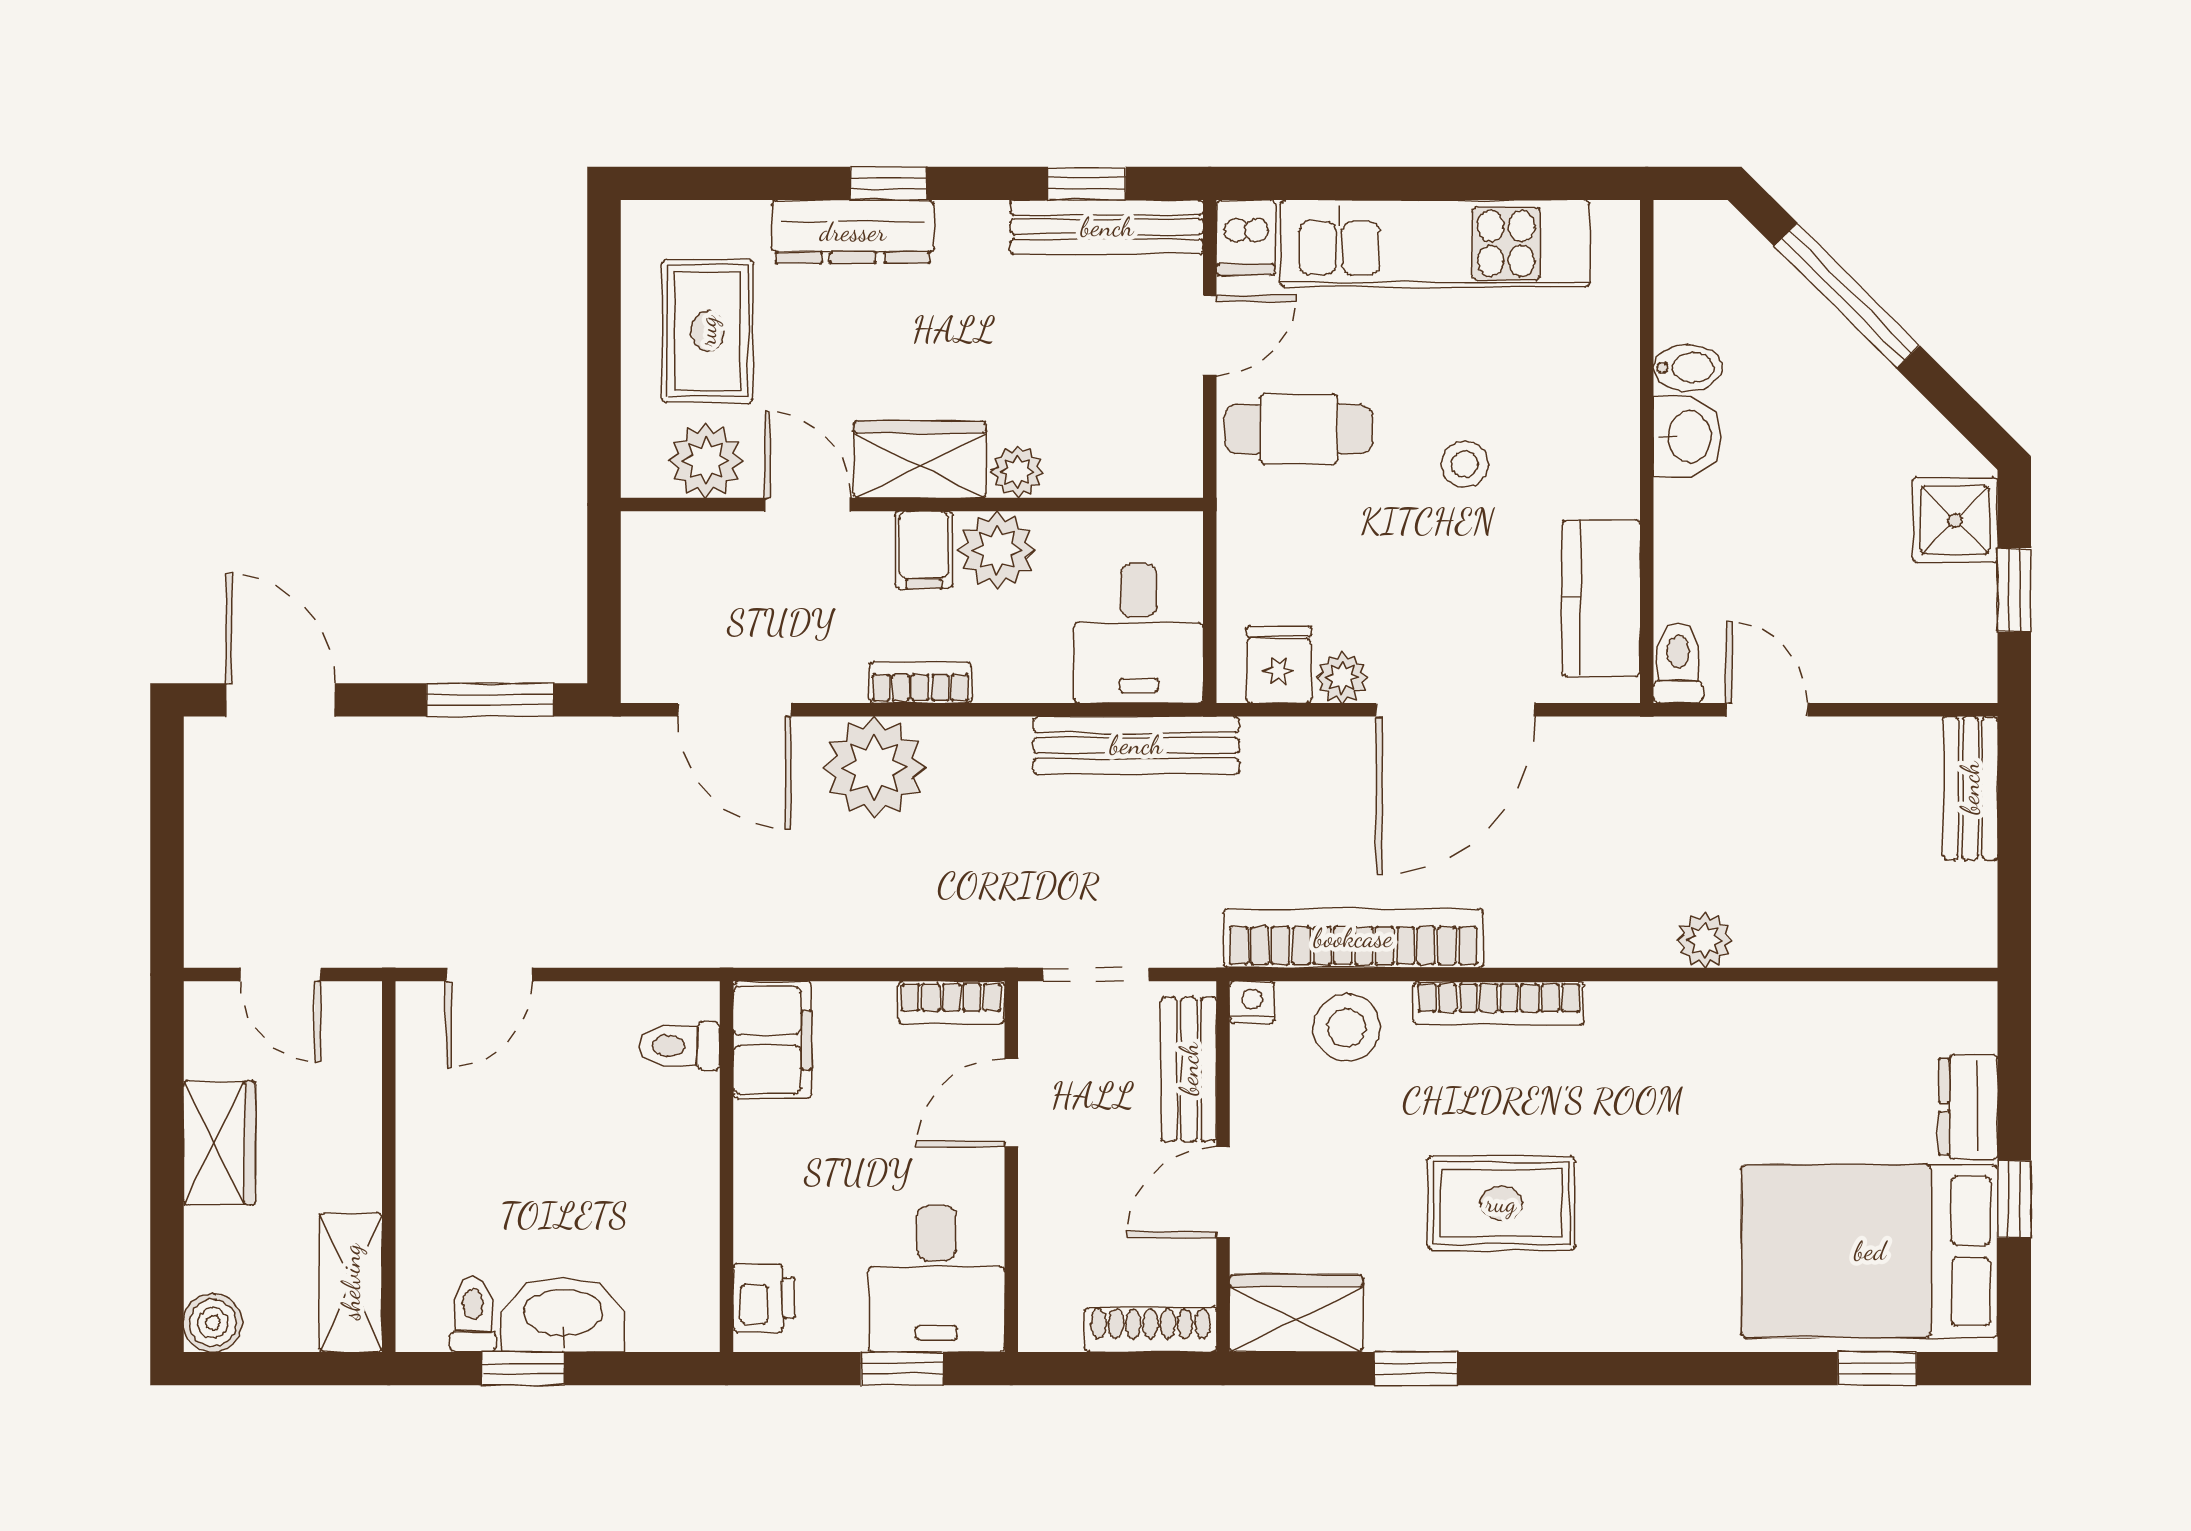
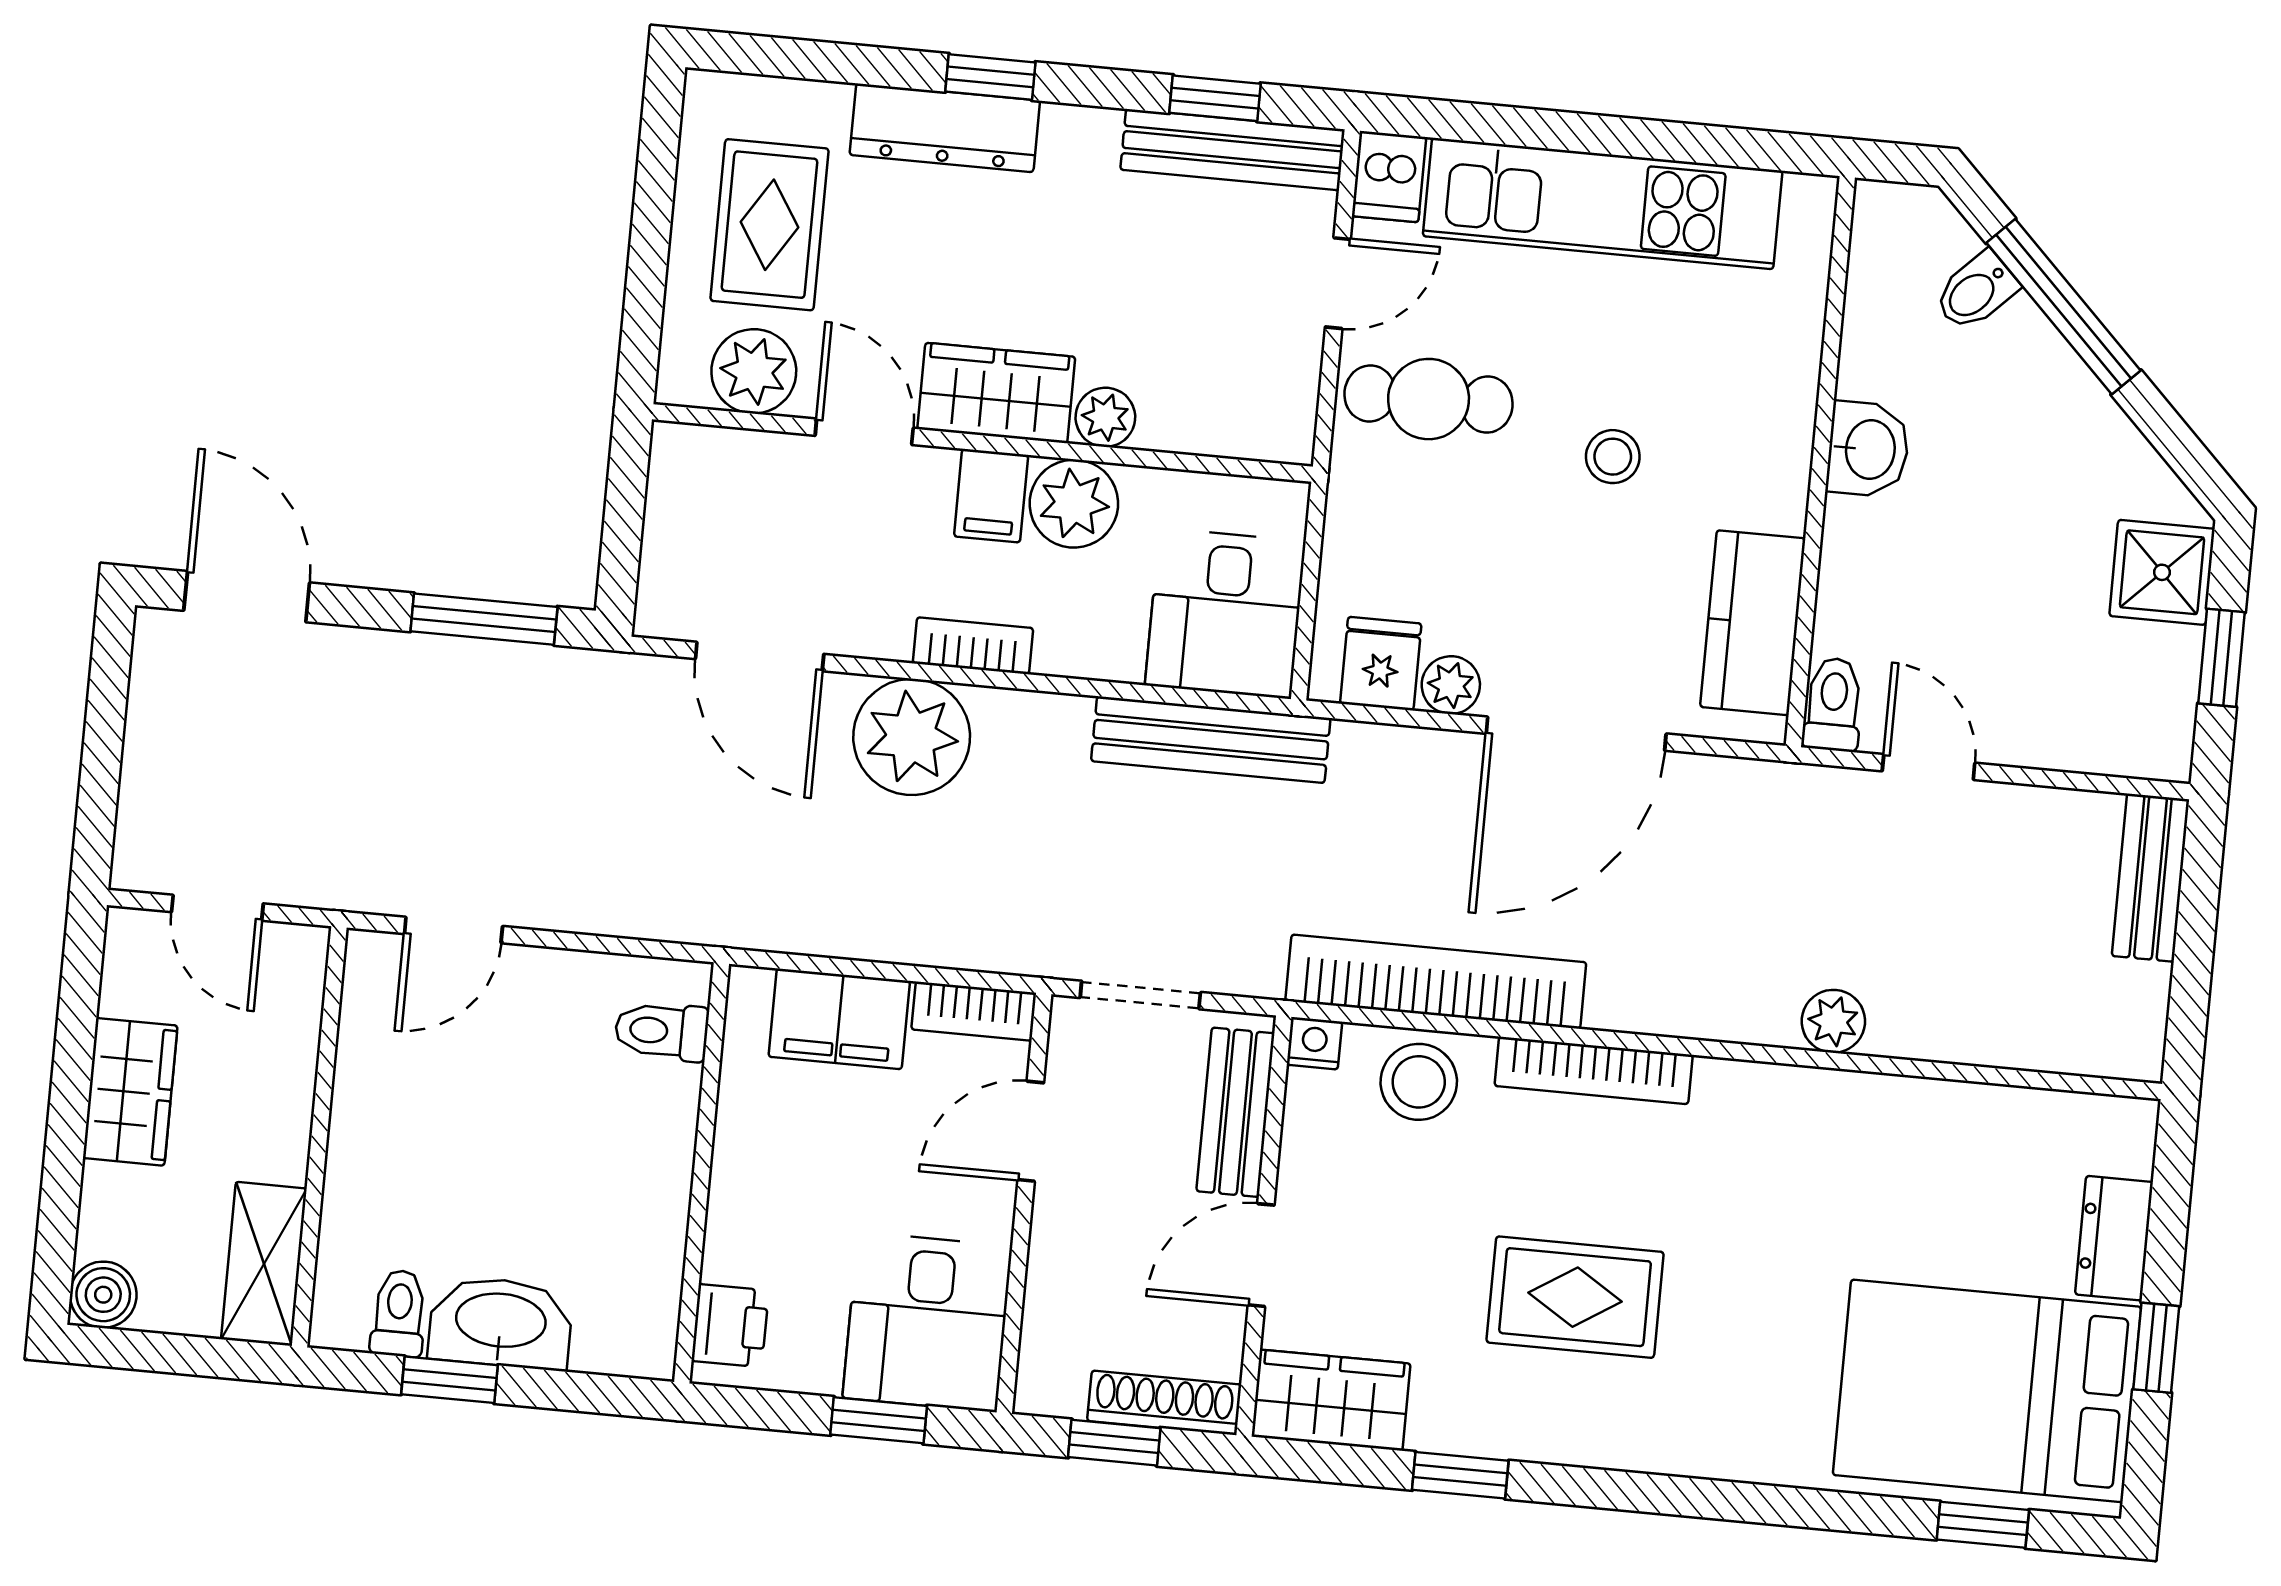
bidet: (1688, 368) -> (1976, 291), moved, turned 135
filing cabinet: (772, 1040) -> (839, 1019), moved, turned 90
window: (1110, 1369) -> (1114, 1443), added

